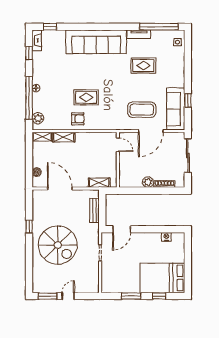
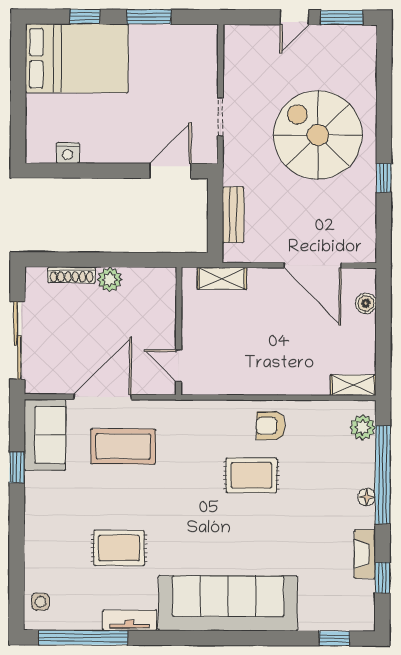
fireplace: (37, 40) -> (365, 554), moved
sofa: (176, 109) -> (45, 435), width x0.73
shelving: (64, 137) -> (303, 384), removed

